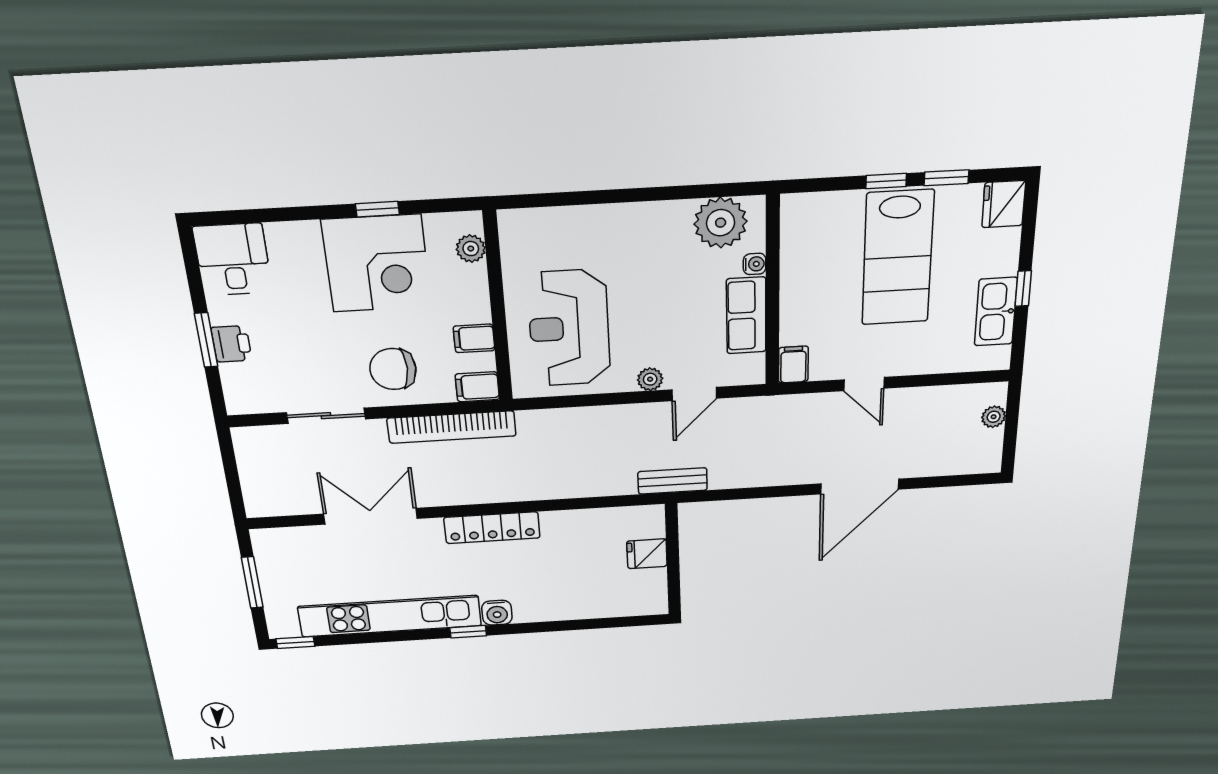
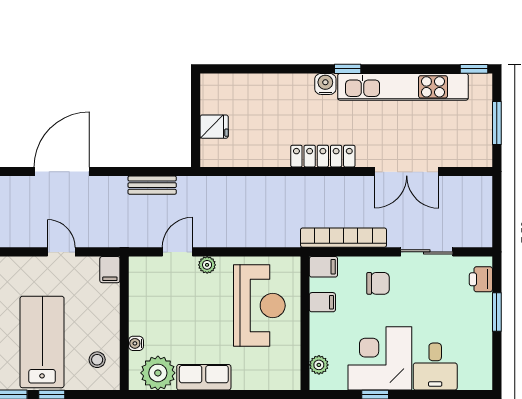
stool: (814, 237) -> (97, 360), added
desk: (233, 259) -> (435, 367), moved
row of seats: (746, 316) -> (204, 377), moved, turned -90
printer: (231, 344) -> (481, 279), moved
chair: (393, 369) -> (378, 283), width x0.73, depth x0.73
bench: (673, 481) -> (152, 185), moved

